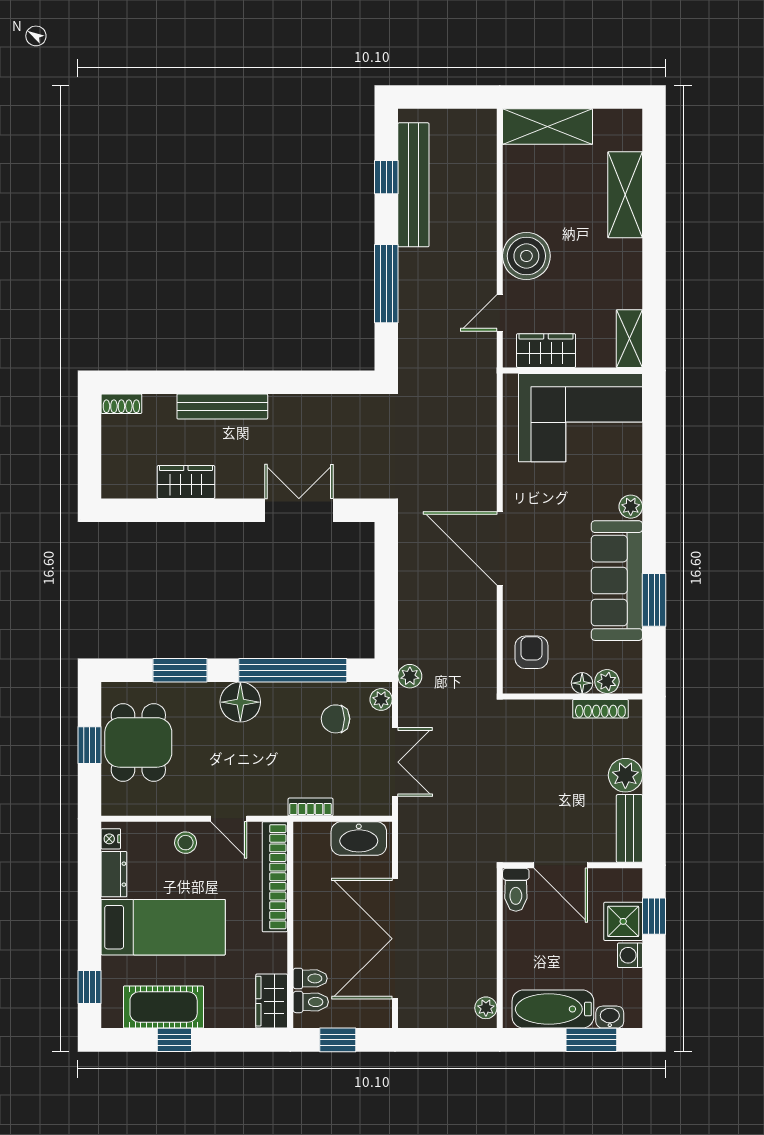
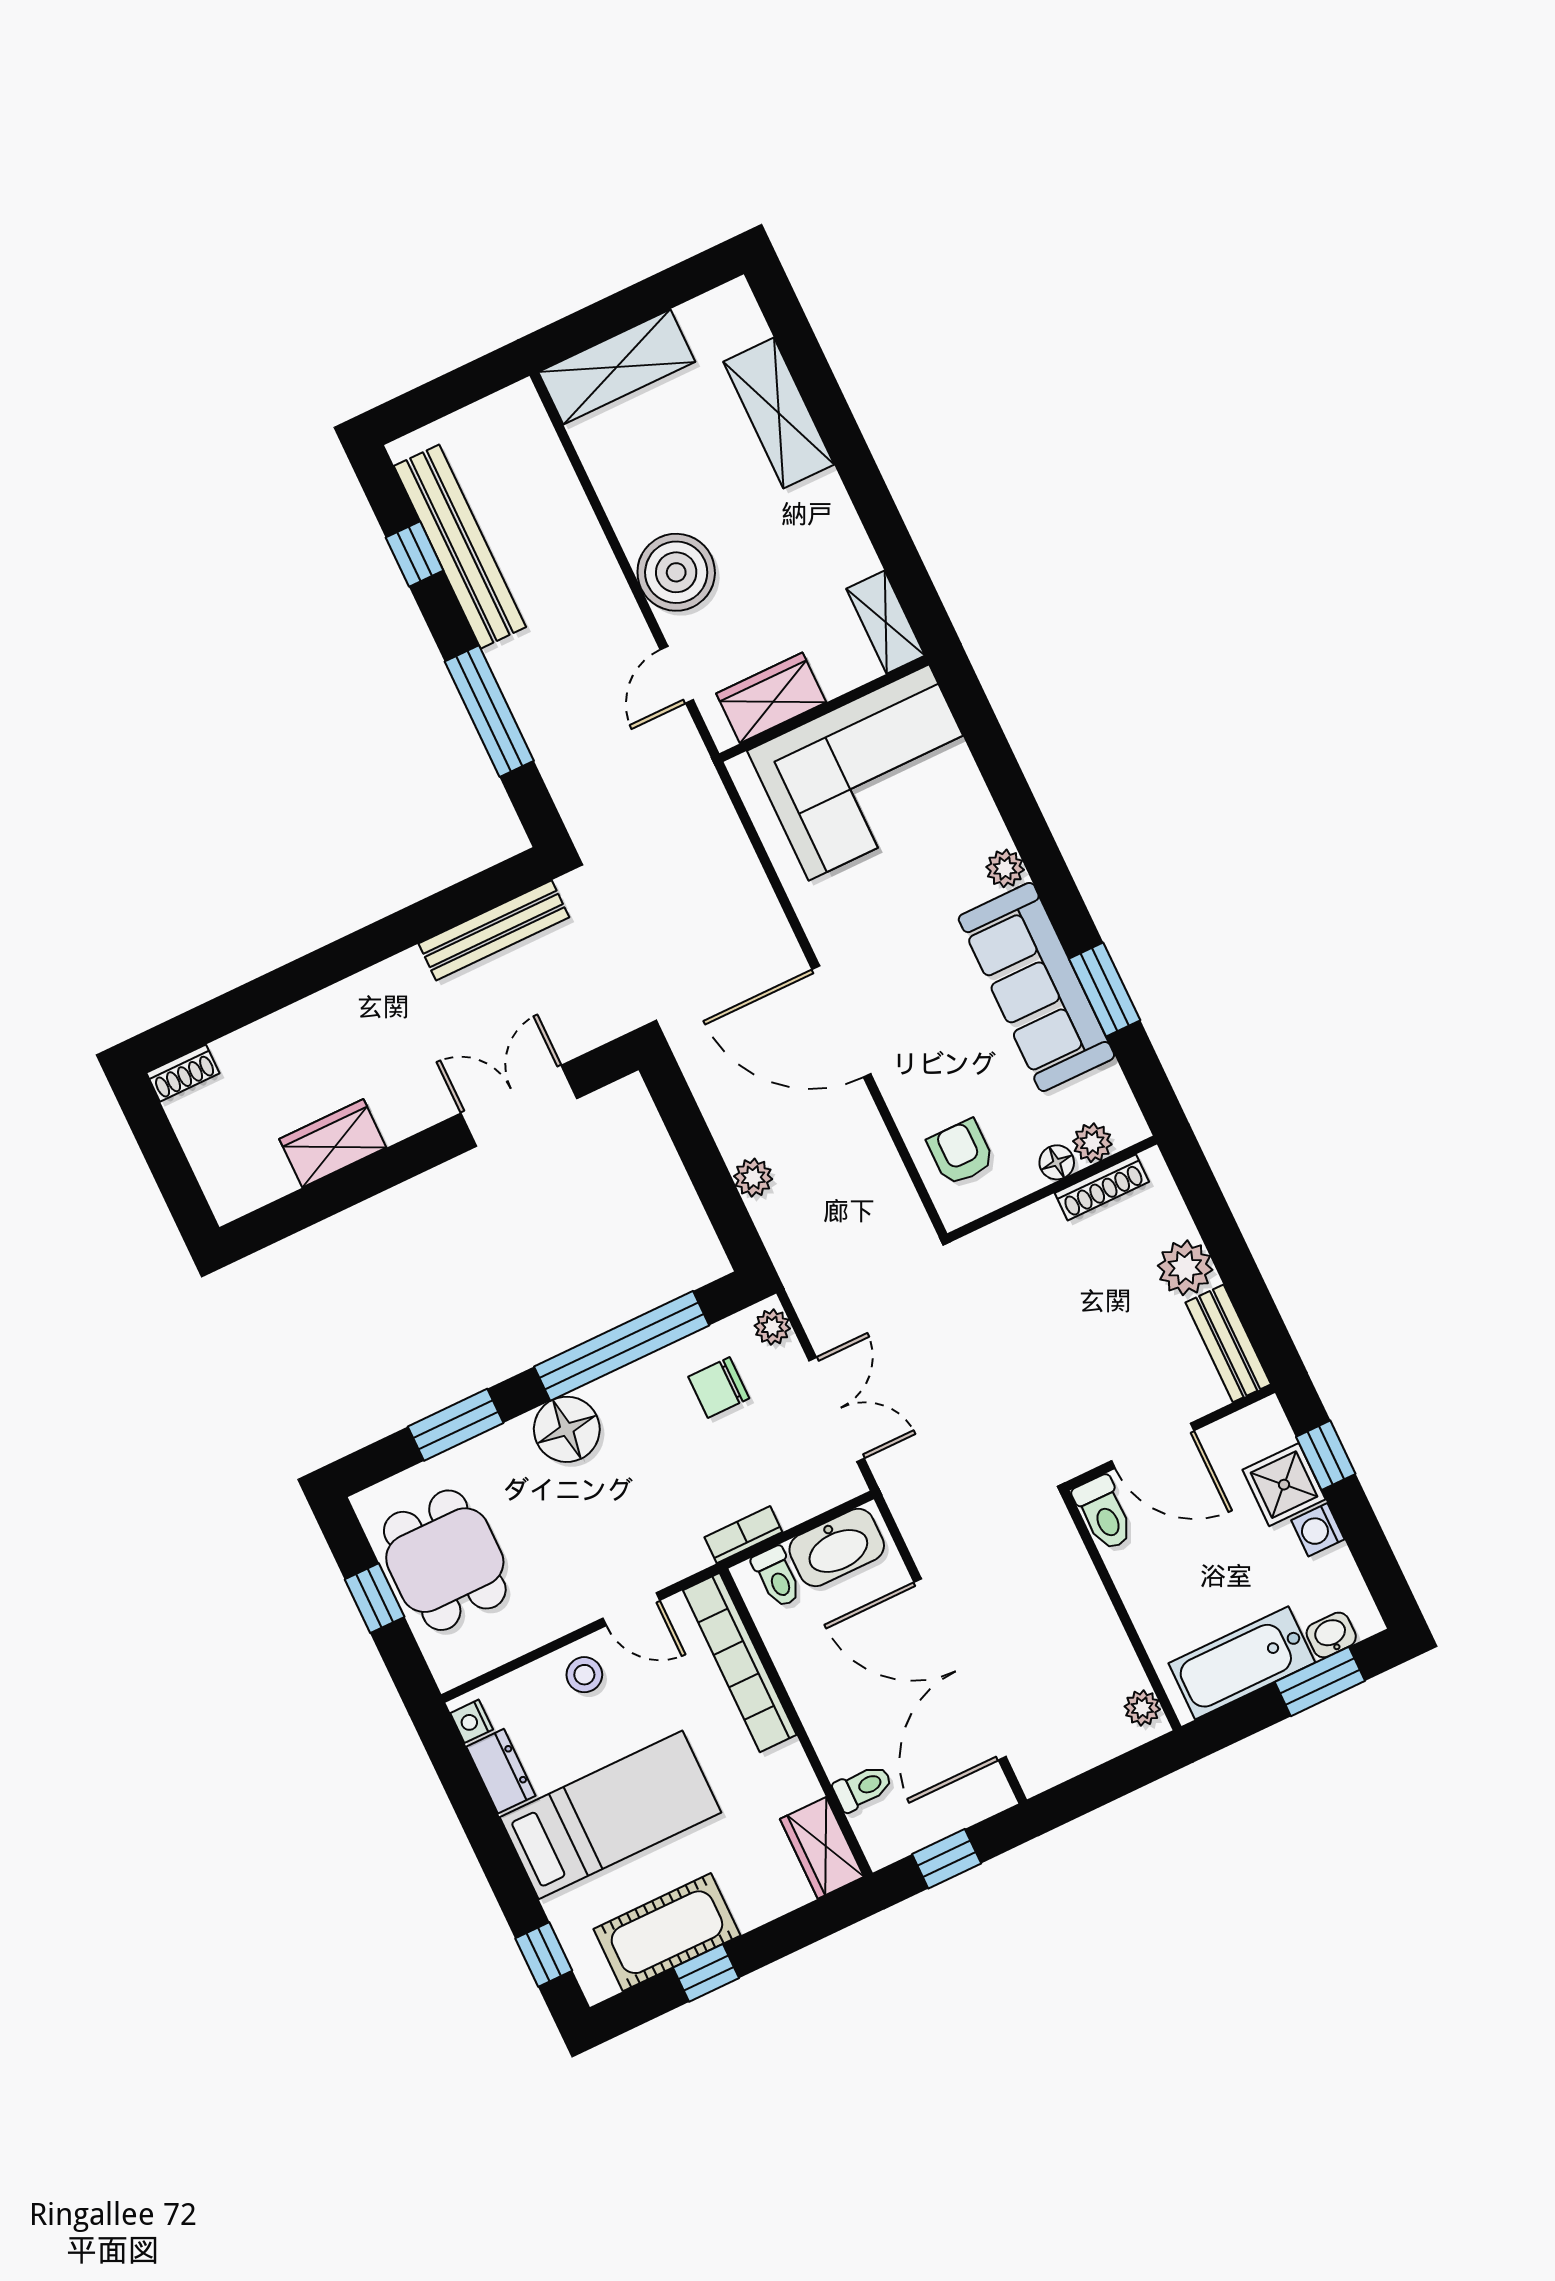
bench: (222, 406) -> (494, 930), moved
plant: (410, 676) -> (753, 1178), moved
toilet: (311, 1002) -> (777, 1577), moved, turned 90

